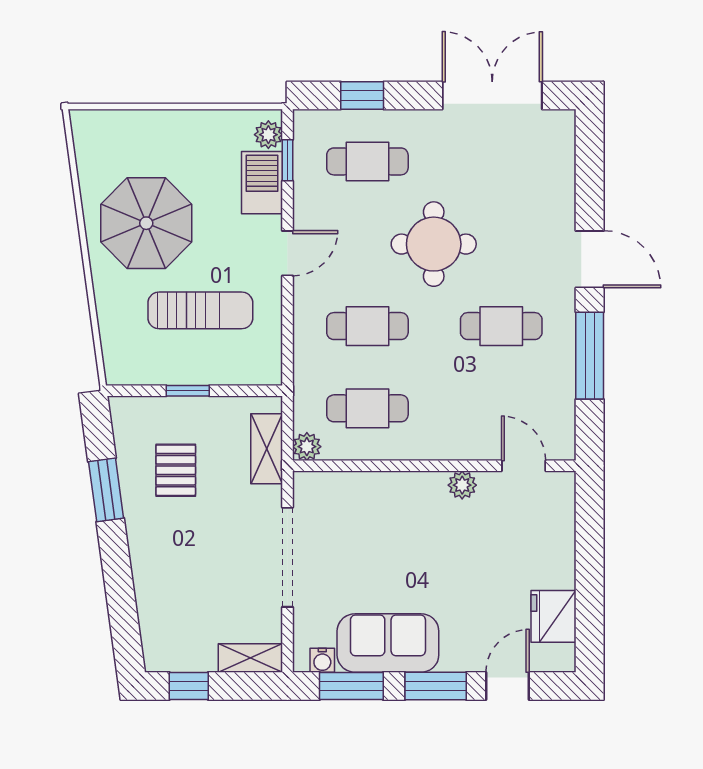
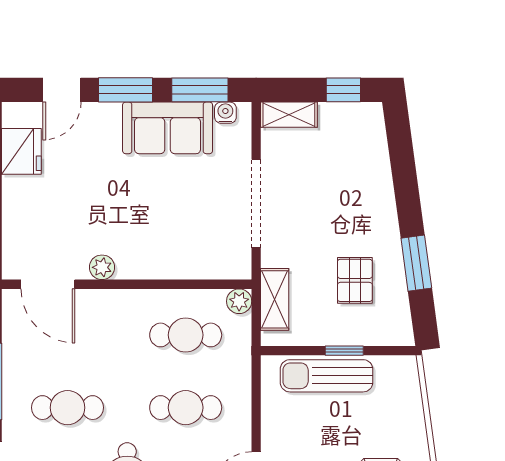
sun lounger: (200, 310) -> (326, 376), moved
door: (524, 466) -> (48, 284), width x1.38

